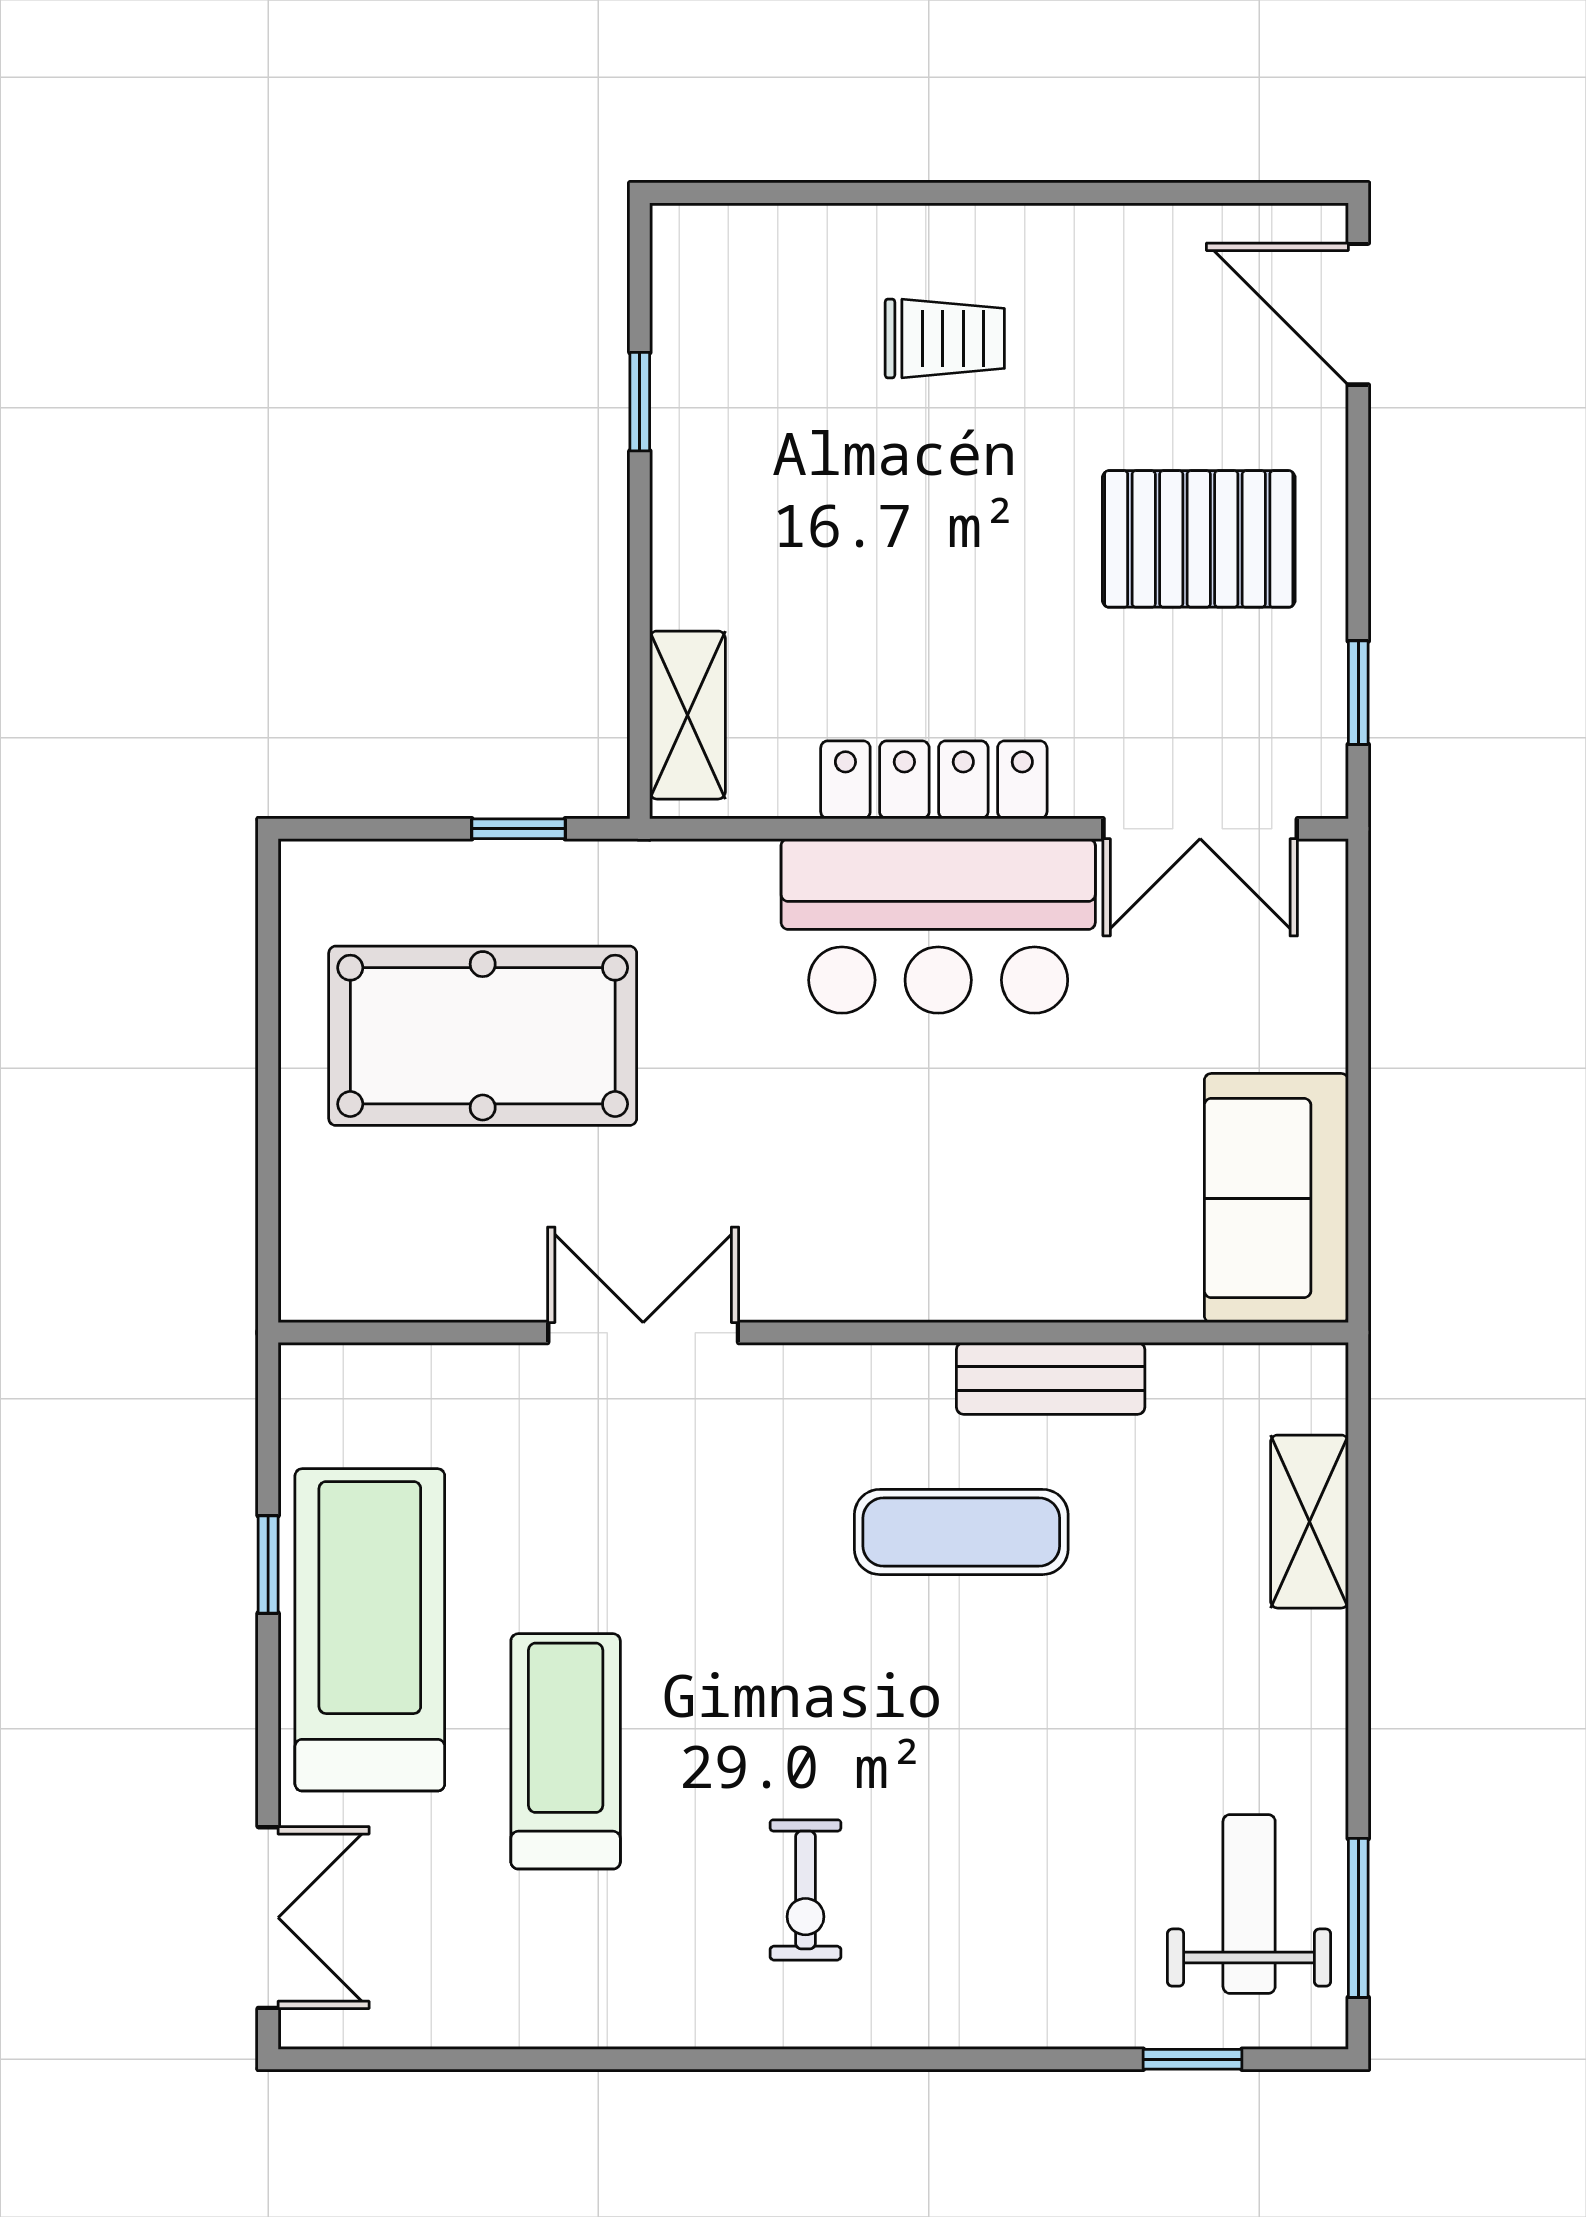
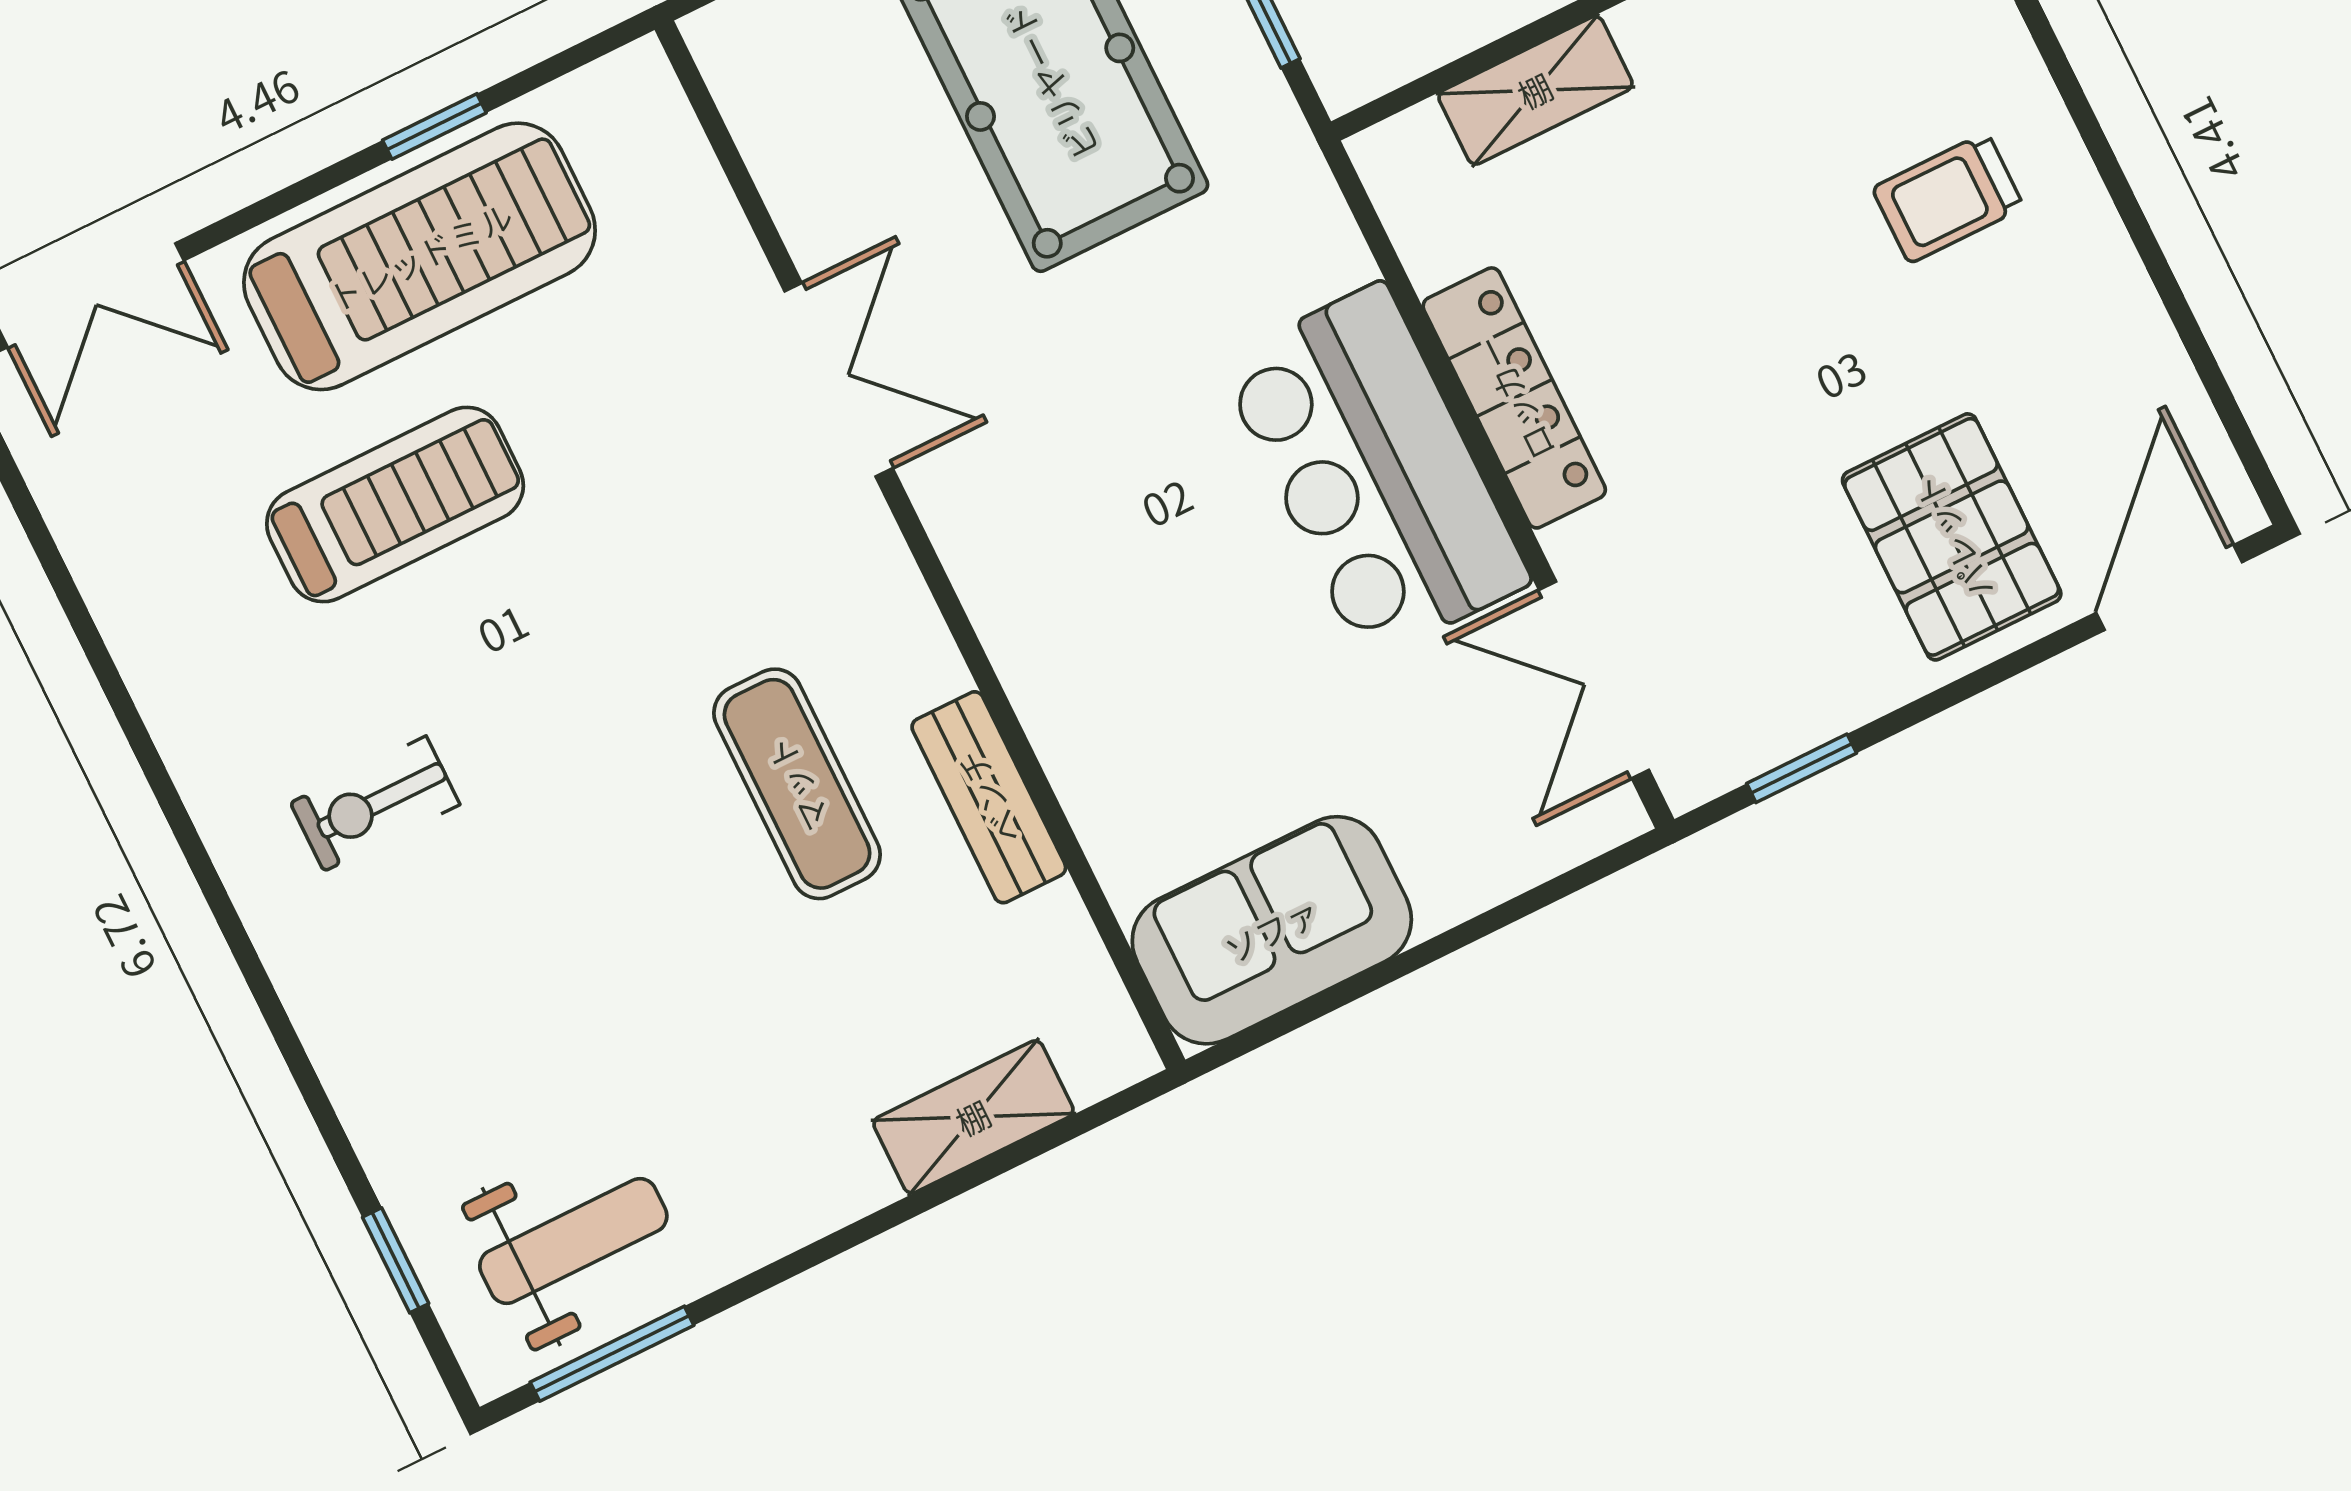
trolley: (945, 338) -> (1948, 198), turned 90
pallet: (1199, 539) -> (1952, 537), moved
shelving: (687, 715) -> (1535, 90), moved

